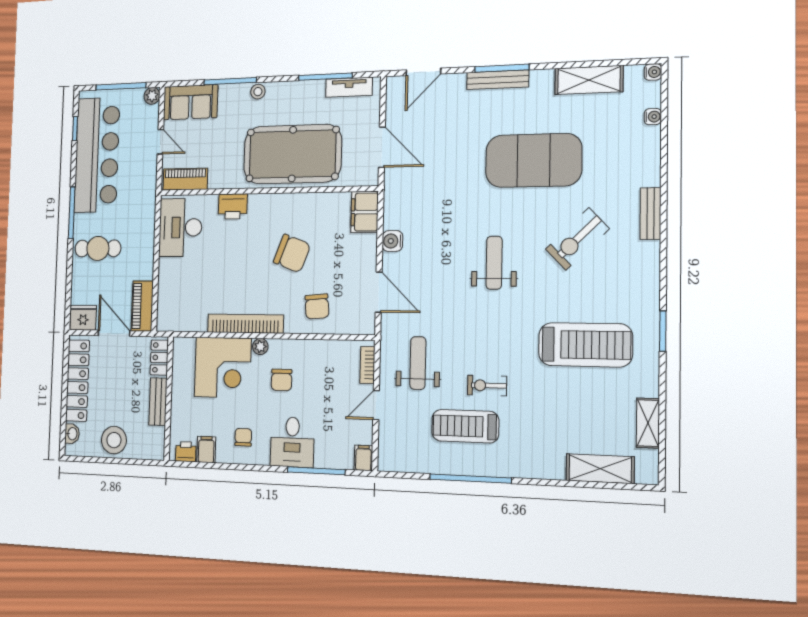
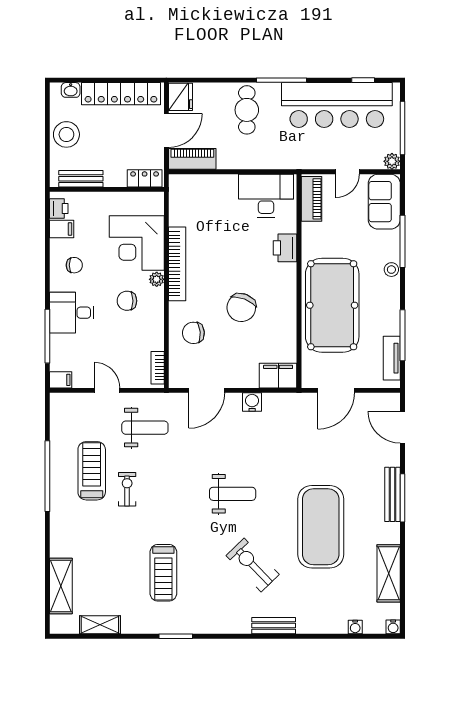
treadmill: (585, 345) -> (163, 573), width x0.73, depth x0.73
bookcase: (367, 365) -> (158, 368), moved, turned -90
bench: (158, 402) -> (81, 179), moved

